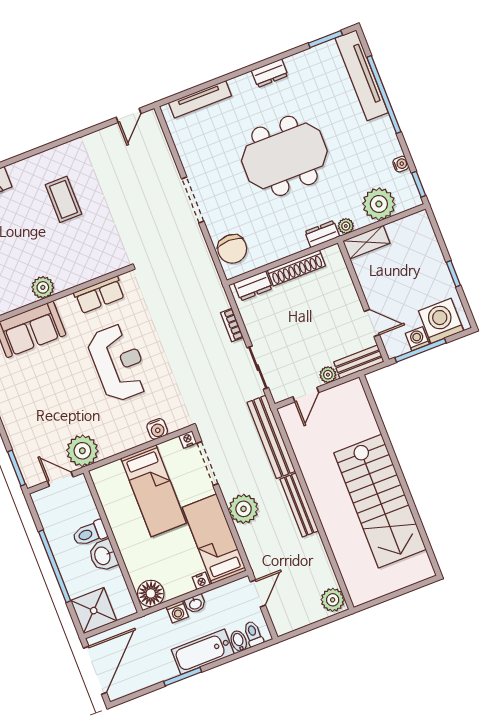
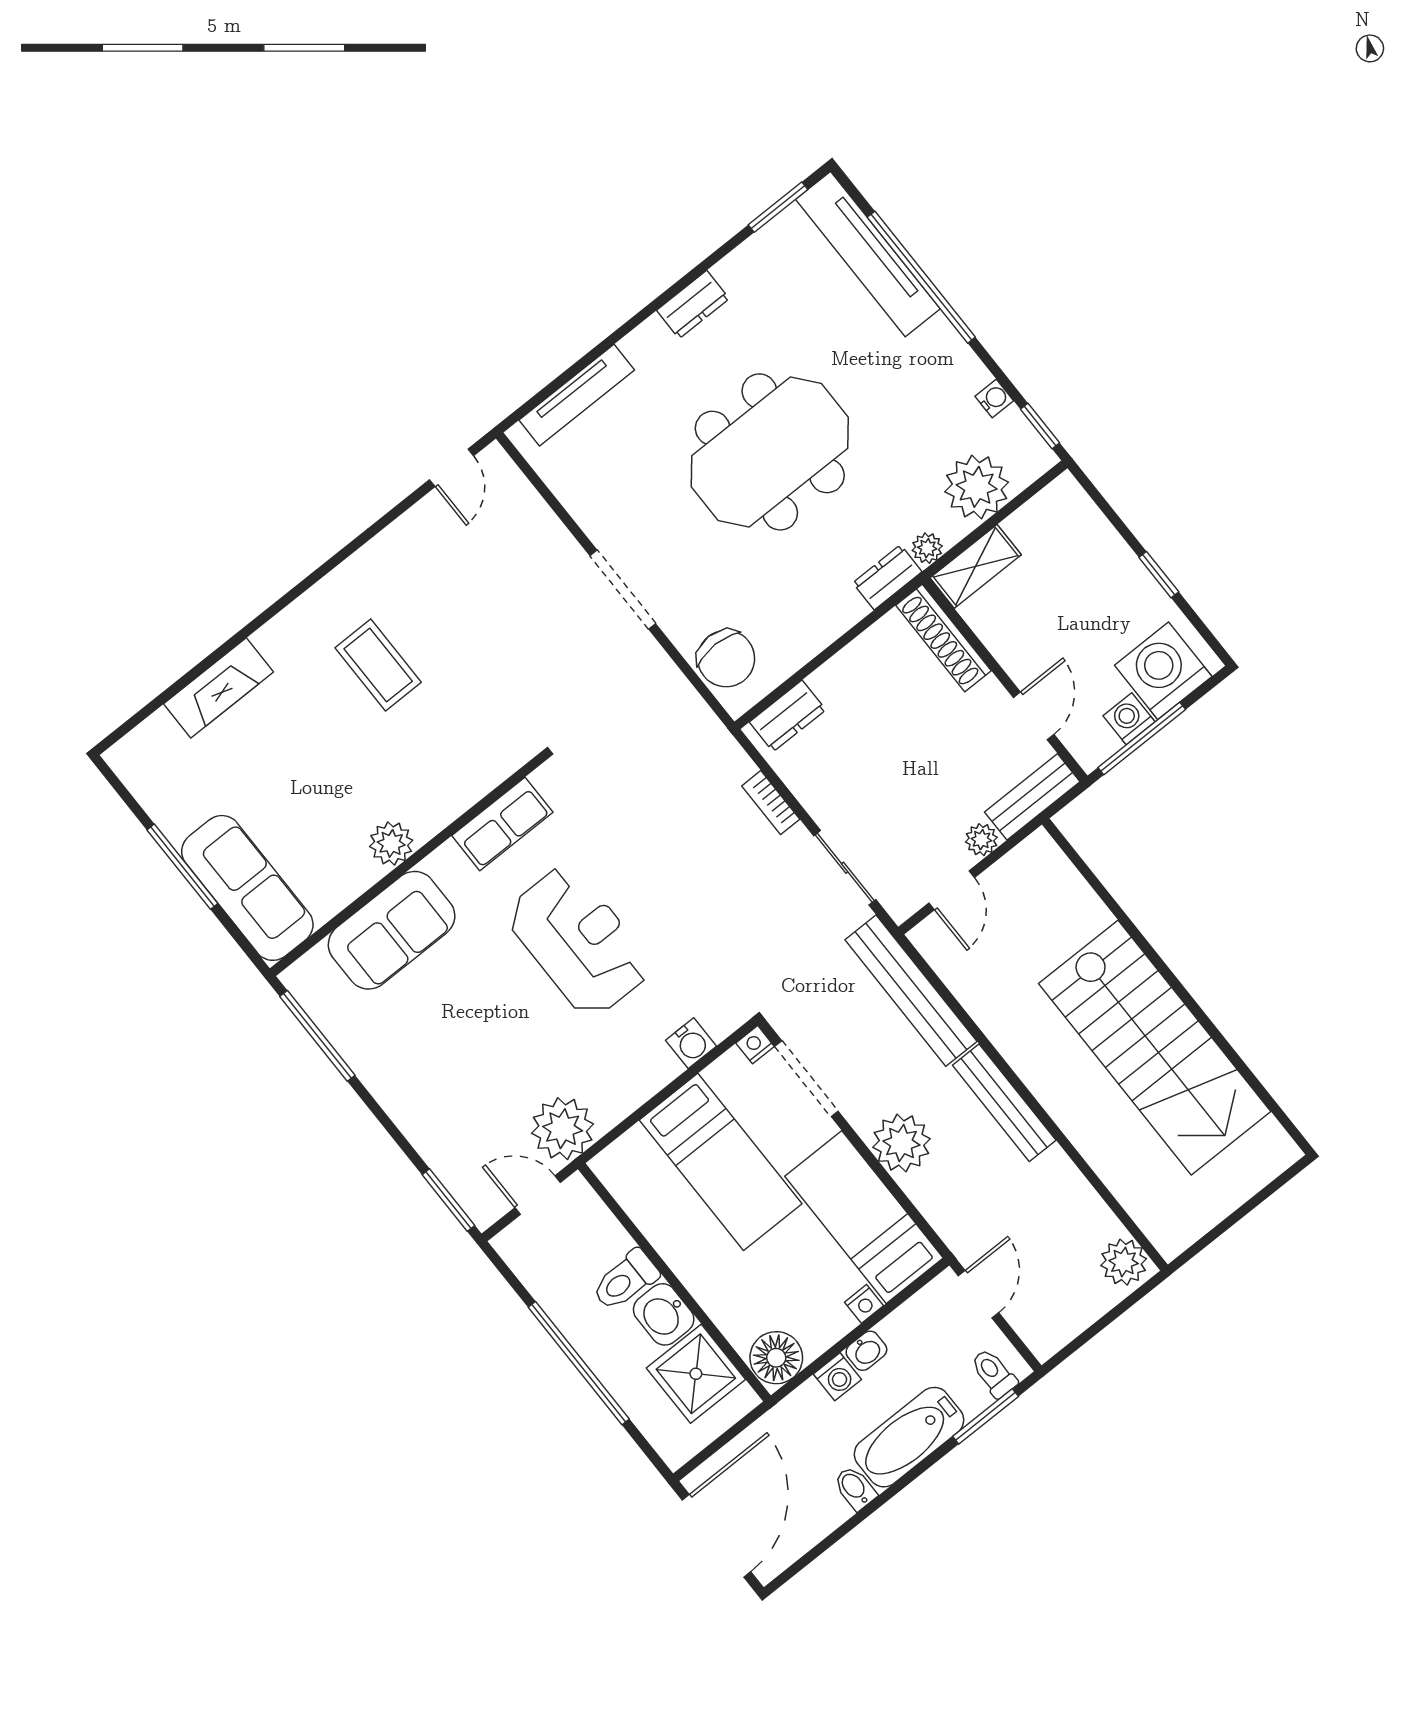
shoe rack: (296, 268) -> (943, 638), moved, turned 90
door: (372, 323) -> (1034, 716), hinge flipped
shower: (94, 611) -> (696, 1374), moved
bidet: (239, 641) -> (855, 1488), moved
window: (183, 677) -> (986, 1416), moved

